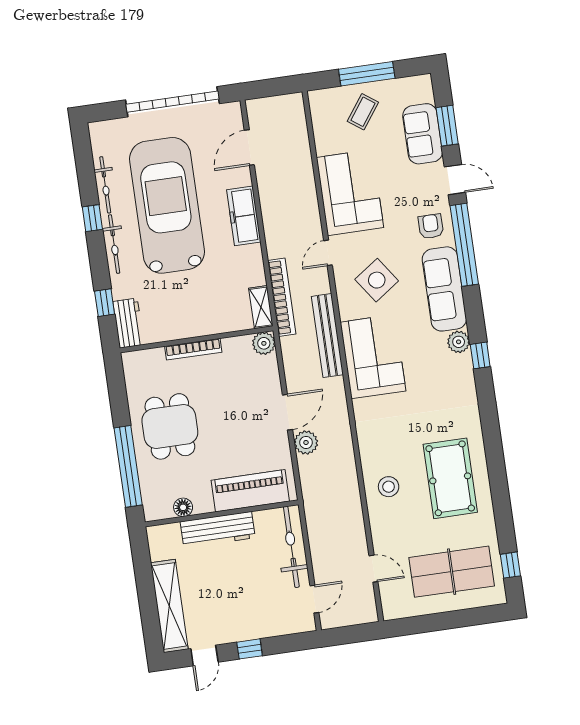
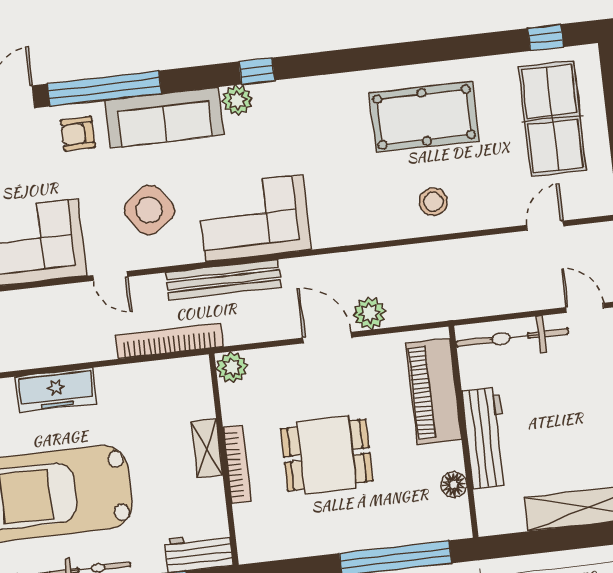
shelving: (261, 307) -> (207, 448), moved, turned 90
dining table: (170, 426) -> (327, 455), moved

